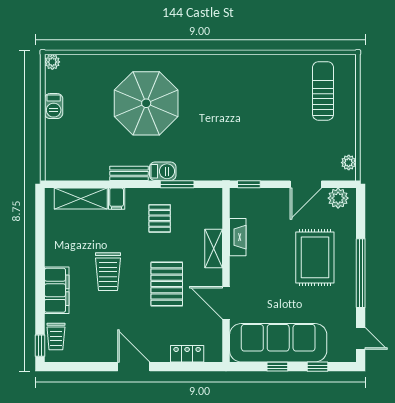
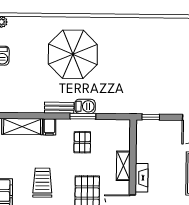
window: (177, 184) -> (83, 116), moved
fireplace: (238, 237) -> (142, 178), moved
trolley: (108, 272) -> (42, 183), turned 180

